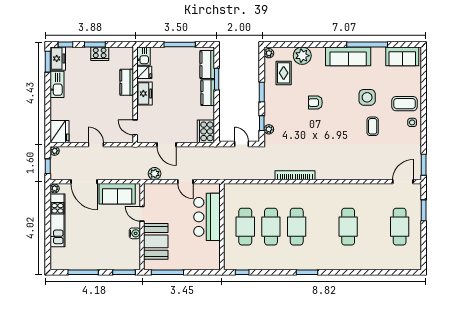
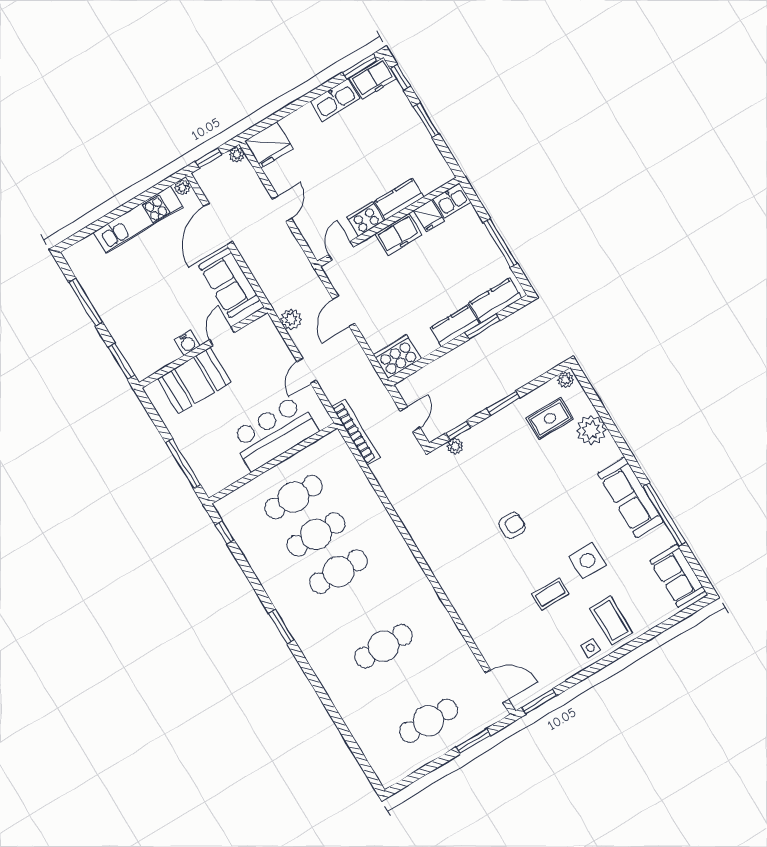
cooker: (100, 54) -> (366, 219), moved, turned 90
armchair: (315, 103) -> (512, 525), moved, turned 90
bookcase: (295, 175) -> (356, 432), moved
window: (167, 272) -> (183, 464), moved

